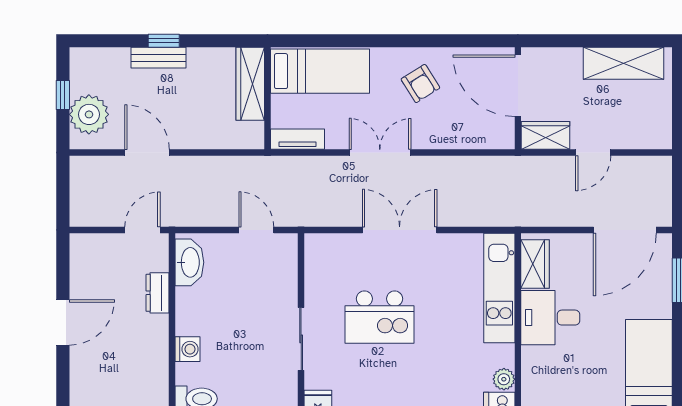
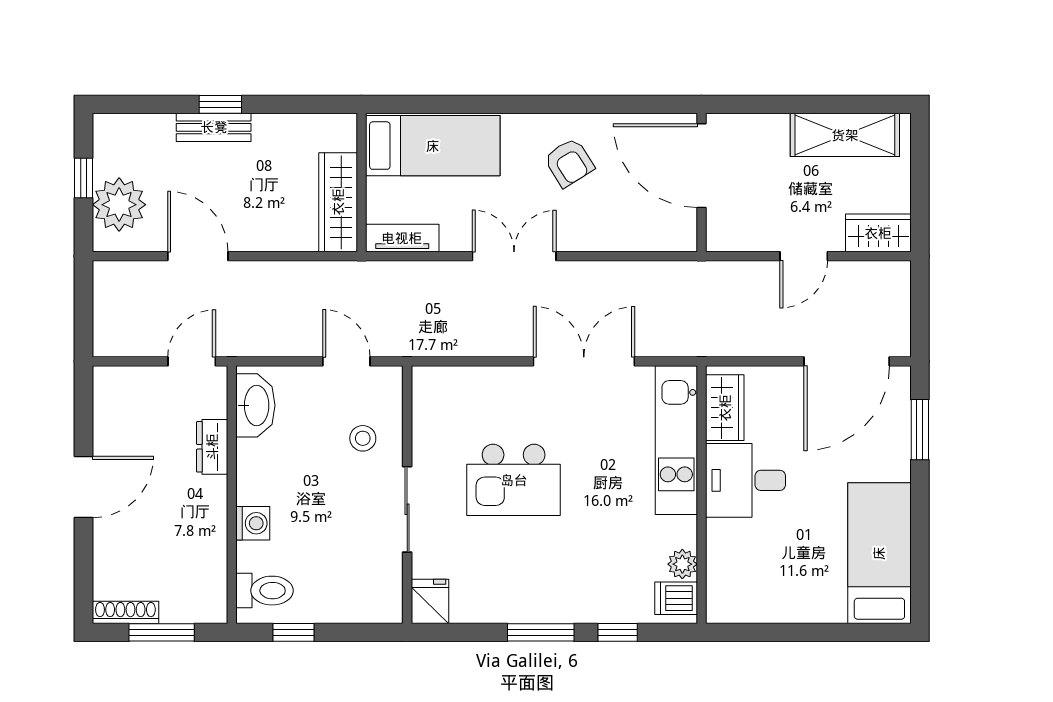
wardrobe: (250, 84) -> (338, 202), moved
wardrobe: (545, 135) -> (878, 233), moved
double door: (400, 230) -> (584, 361), moved
stool: (268, 287) -> (363, 438), added

